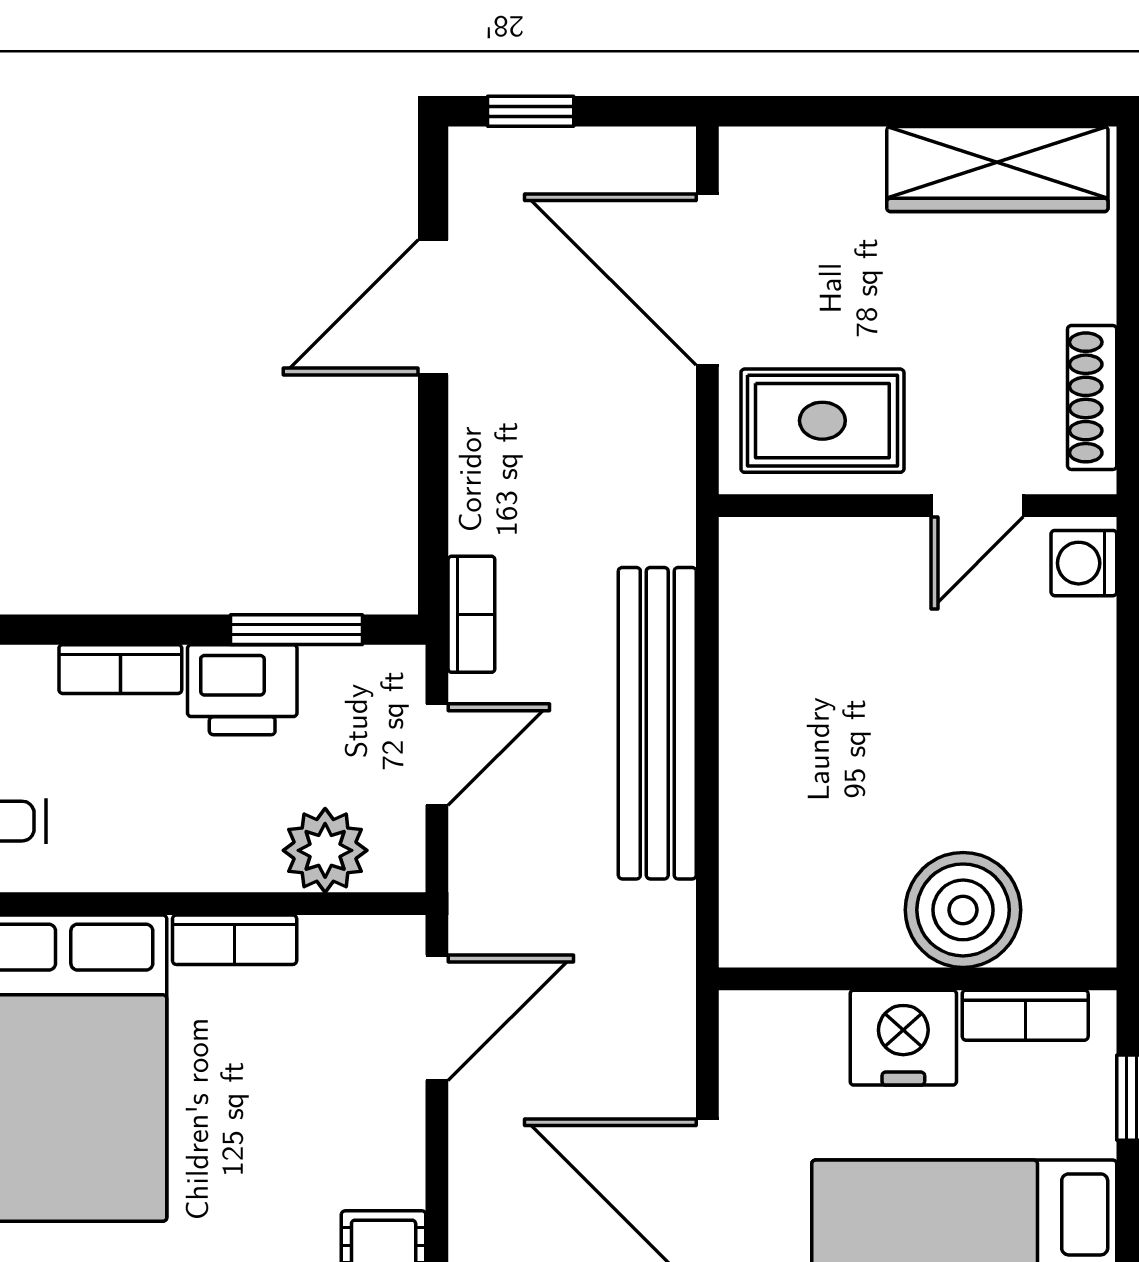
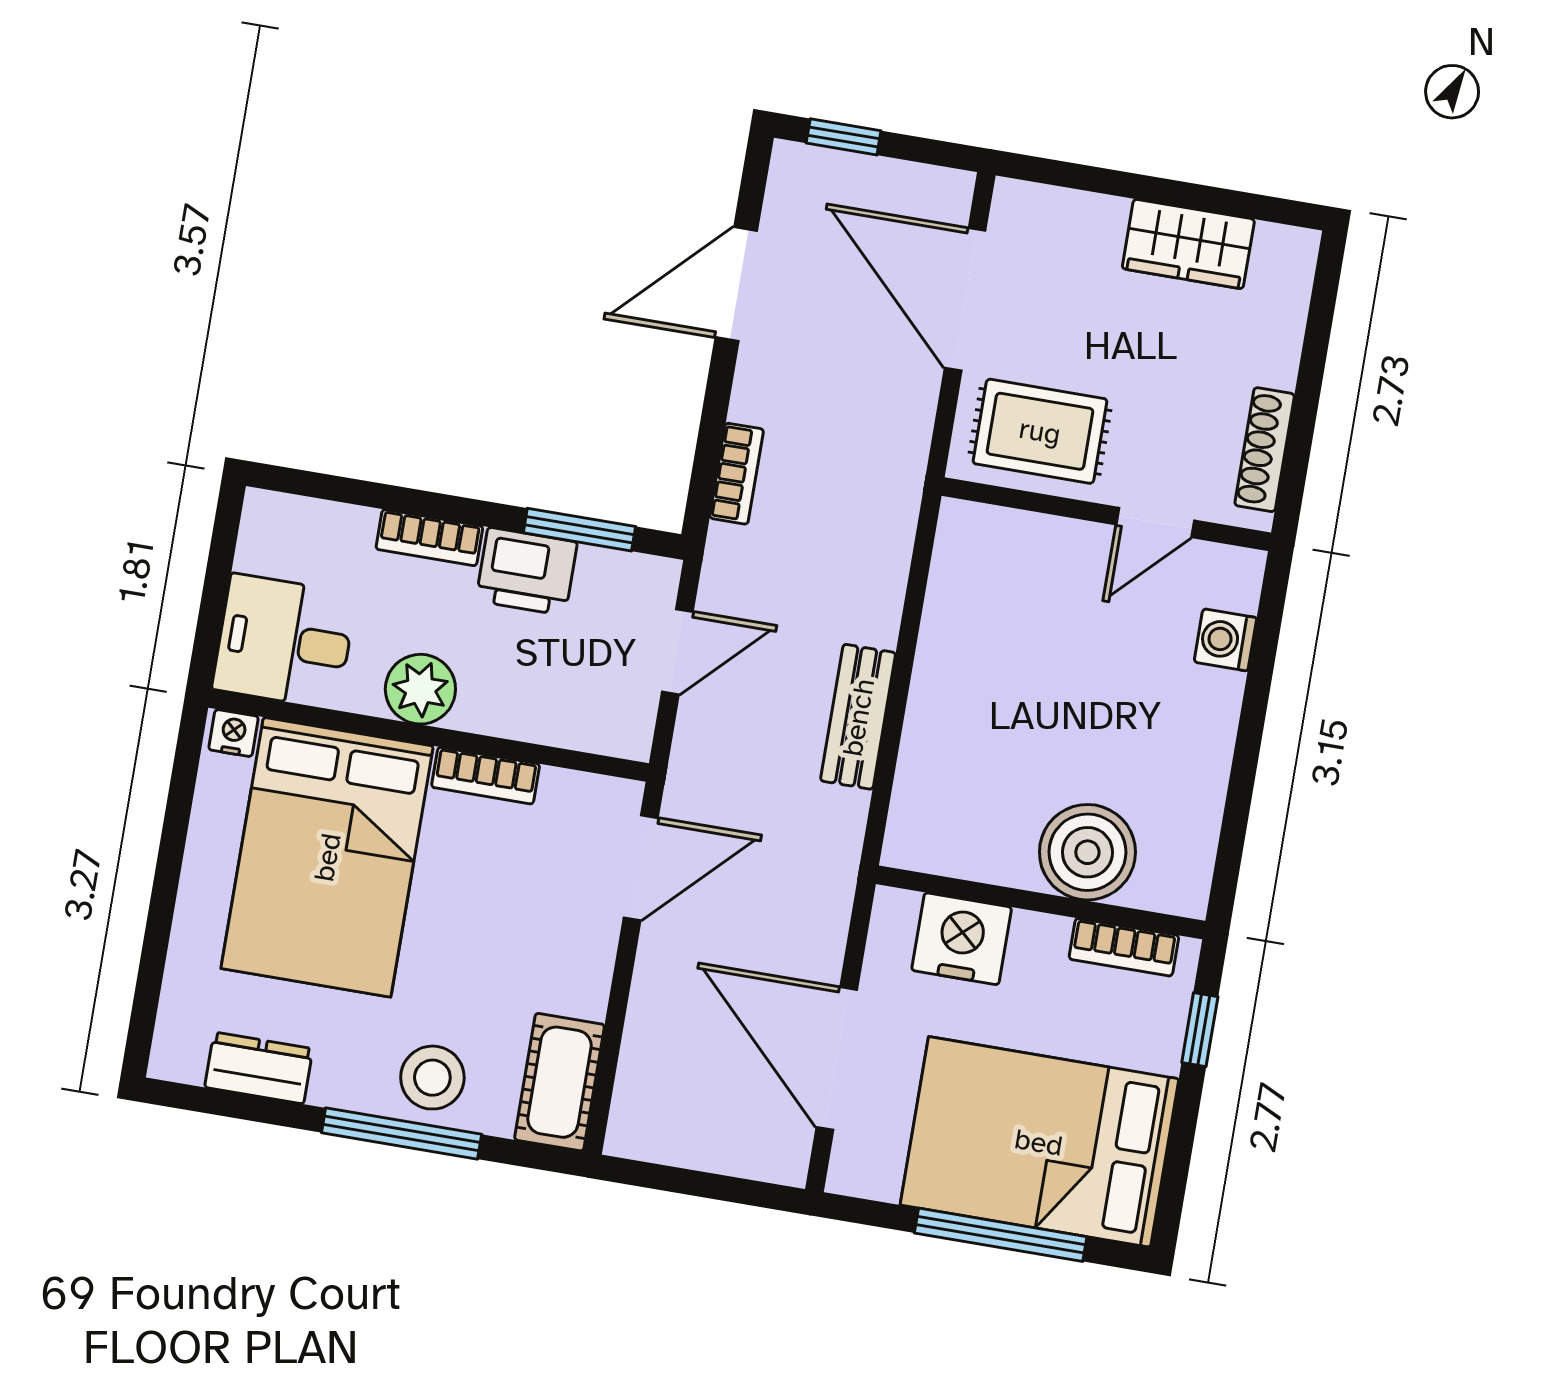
wardrobe: (997, 169) -> (1188, 244), width x0.67
washing machine: (1084, 563) -> (1225, 640), moved
bookcase: (471, 614) -> (737, 474), moved
bench: (657, 723) -> (858, 717), width x0.54, depth x0.82
plant: (325, 850) -> (420, 689), moved
nightstand: (903, 1038) -> (962, 939), moved

